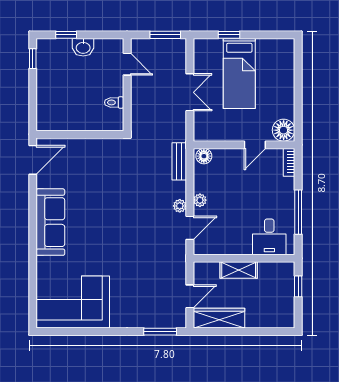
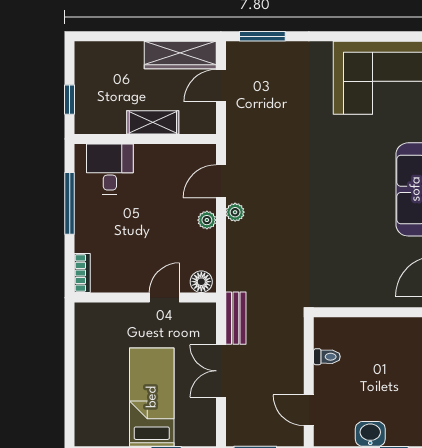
floor lamp: (284, 130) -> (90, 318), removed
door: (255, 145) -> (164, 298), moved
bench: (179, 161) -> (236, 318), moved

